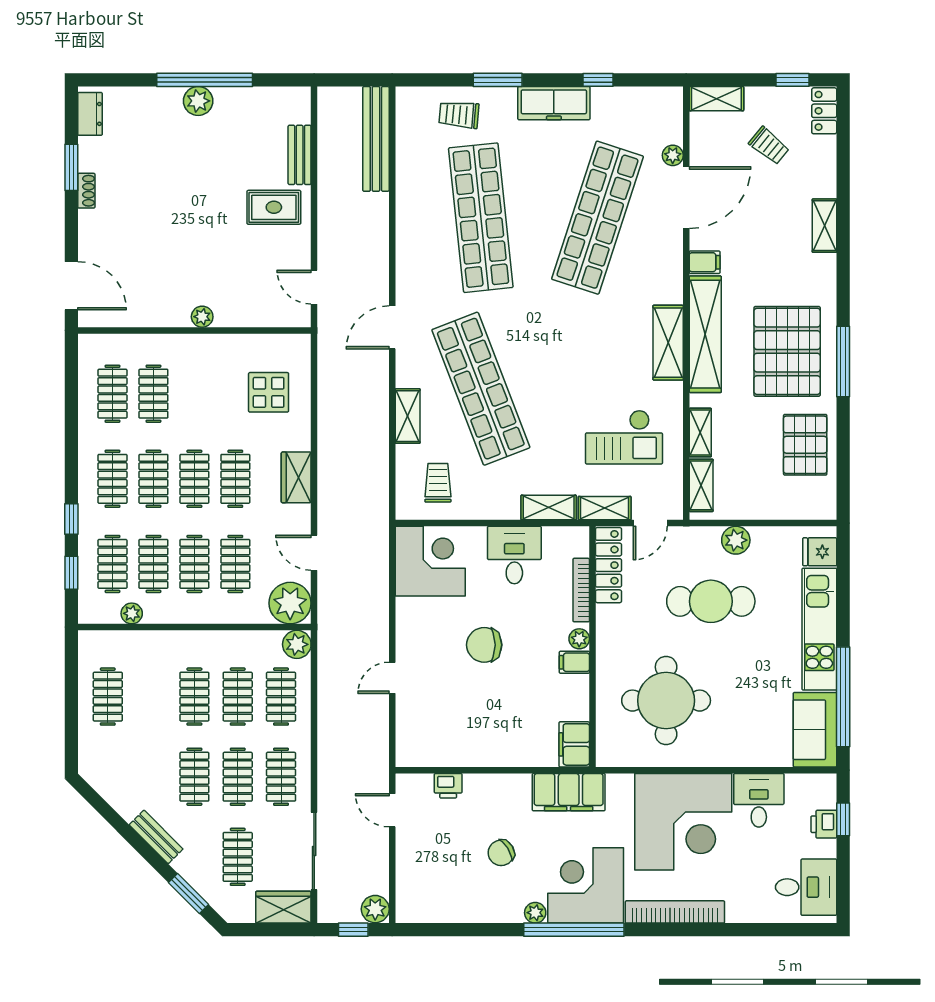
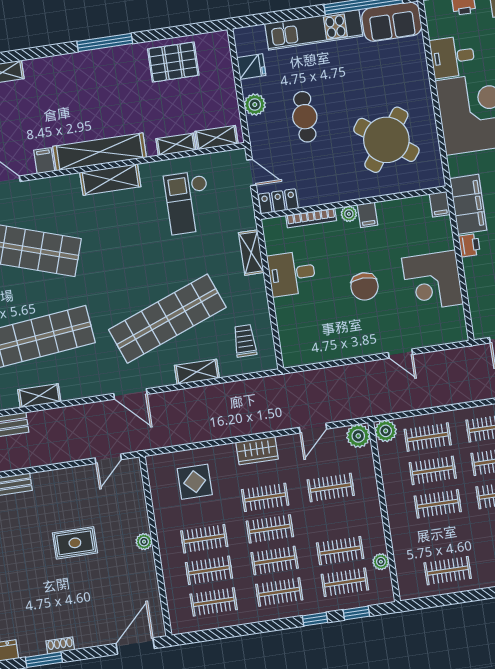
rug: (274, 207) -> (75, 543), moved, turned 90
pallet: (787, 351) -> (103, 87), removed
checkout: (624, 437) -> (188, 203), turned 180
trolley: (438, 483) -> (245, 341), turned 90
shelving: (605, 508) -> (39, 396), moved, turned 90
fridge: (820, 552) -> (251, 66), moved, turned -90
corner desk: (430, 561) -> (432, 281), moved, turned -90
clothes rail: (194, 564) -> (204, 539), moved
locker: (609, 565) -> (278, 201), width x0.66
cafe table: (711, 601) -> (305, 117), width x0.73, depth x0.74
plant: (290, 603) -> (358, 436), width x0.73, depth x0.73
round table: (666, 701) -> (386, 140), turned 36
filing cabinet: (574, 744) -> (440, 204), width x0.50
printer: (448, 786) -> (469, 245), moved

